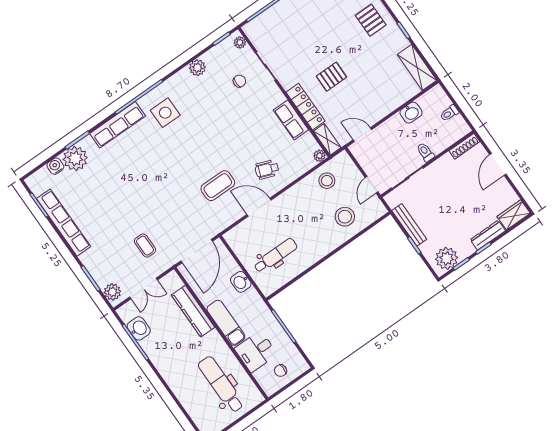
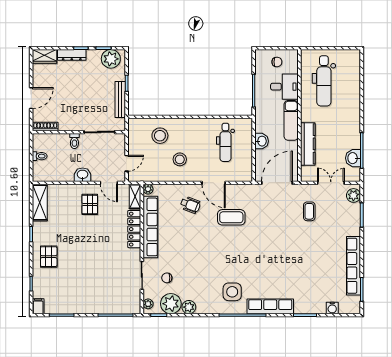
pallet: (331, 77) -> (90, 204), moved, turned 90
washbasin: (411, 113) -> (83, 175), moved
row of seats: (291, 120) -> (150, 227), width x2.02
plant: (75, 158) -> (171, 304), moved
stool: (327, 181) -> (180, 159), moved
door: (372, 185) -> (127, 163), moved
dental chair: (276, 256) -> (225, 142), turned -90

